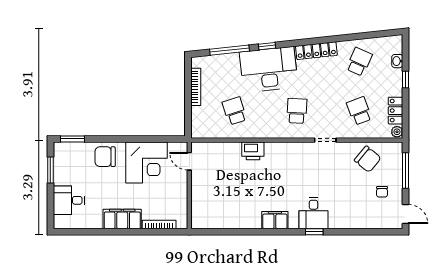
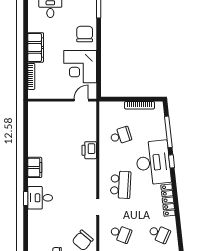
school desk: (297, 111) -> (121, 185), width x1.85
school desk: (359, 111) -> (121, 234), turned 42

